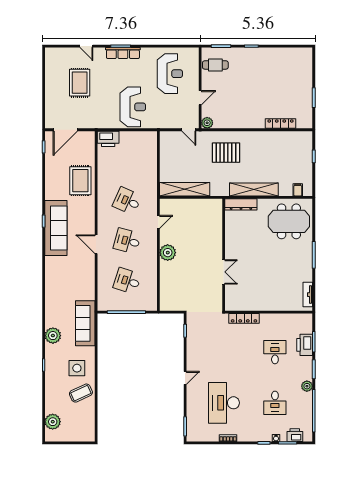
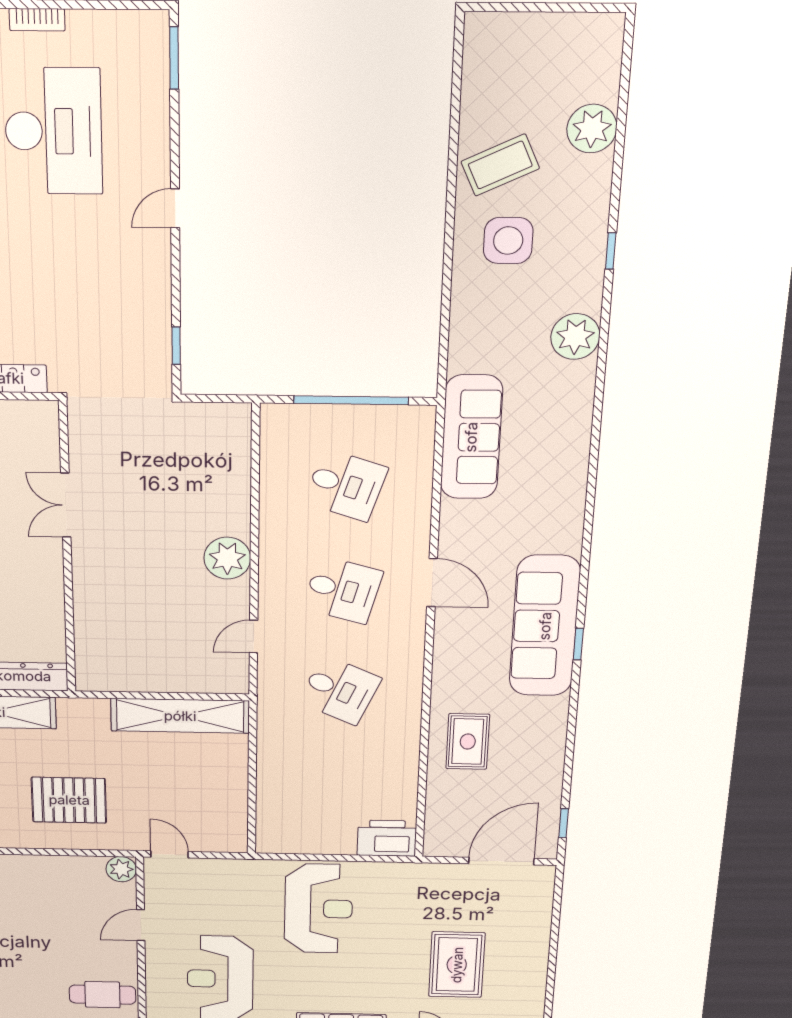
reception desk: (133, 107) -> (318, 909), turned 180
rug: (80, 181) -> (468, 741), width x0.73, depth x0.70
sofa: (85, 323) -> (471, 437), moved
plant: (53, 422) -> (592, 129), moved

